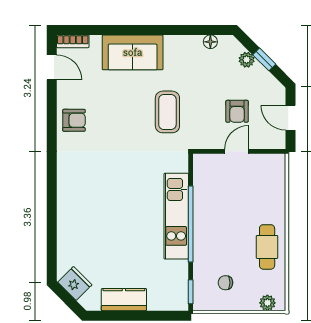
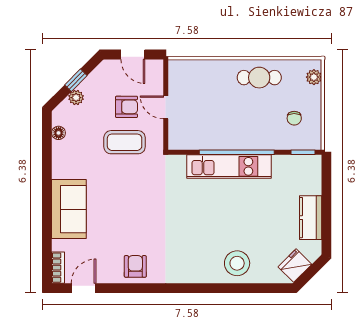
coffee table: (167, 112) -> (125, 142), moved
door: (291, 118) -> (133, 54), hinge flipped
stool: (77, 224) -> (237, 263), added

